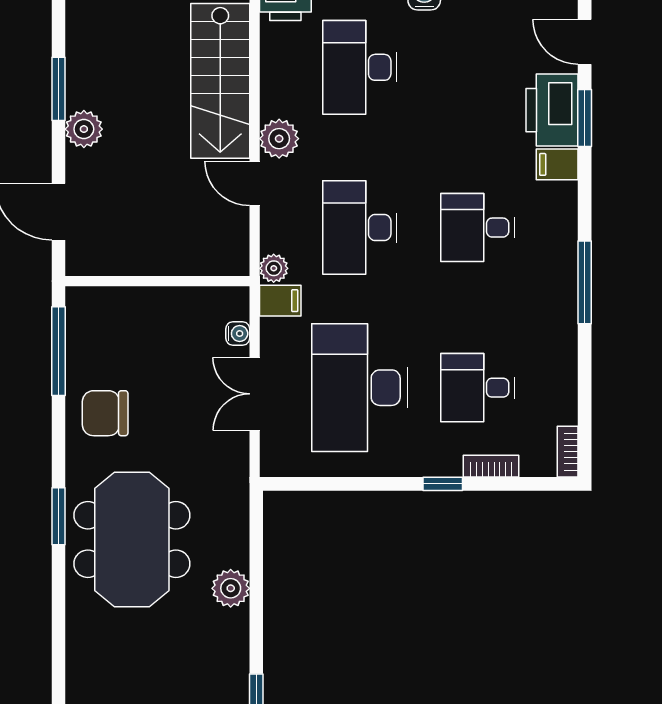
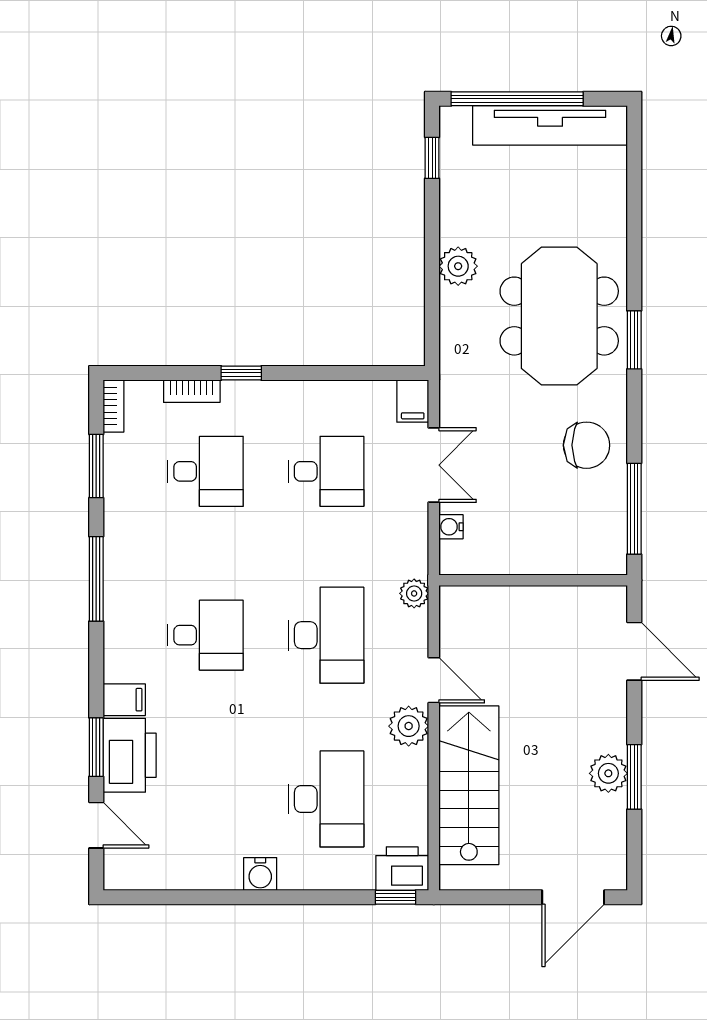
plant: (84, 129) -> (608, 773), moved
filing cabinet: (280, 301) -> (413, 401), moved, turned -90
desk: (360, 388) -> (326, 471), width x0.53, depth x0.77
window: (585, 393) -> (96, 466), added

